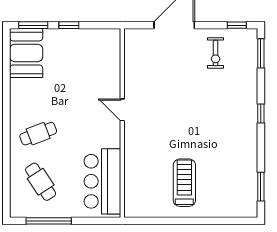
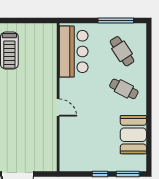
booth: (26, 53) -> (133, 135), moved
cafe table: (38, 134) -> (124, 89), turned 48

